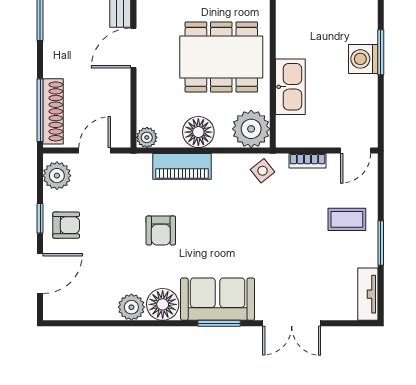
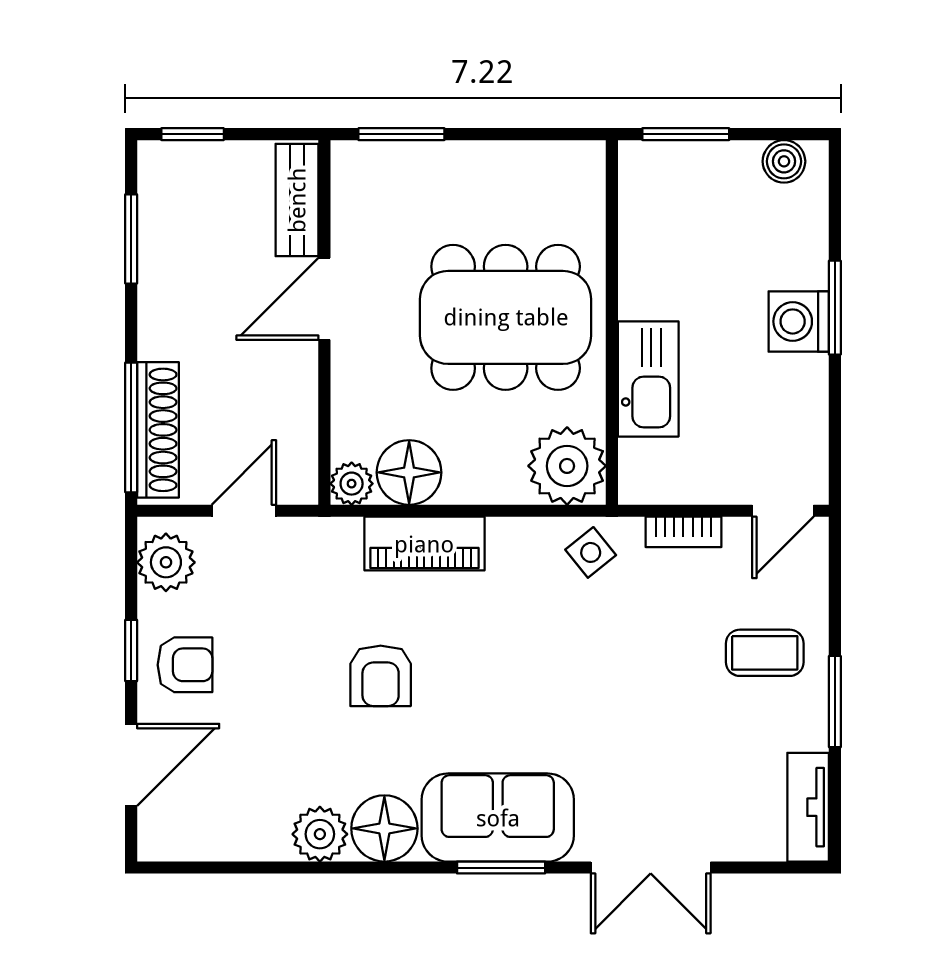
floor lamp: (198, 132) -> (409, 472), moved

